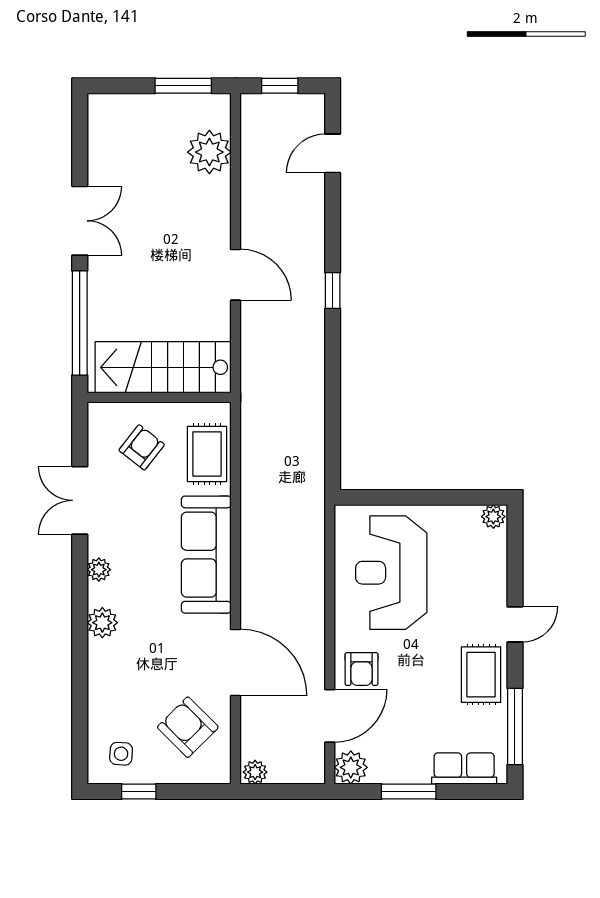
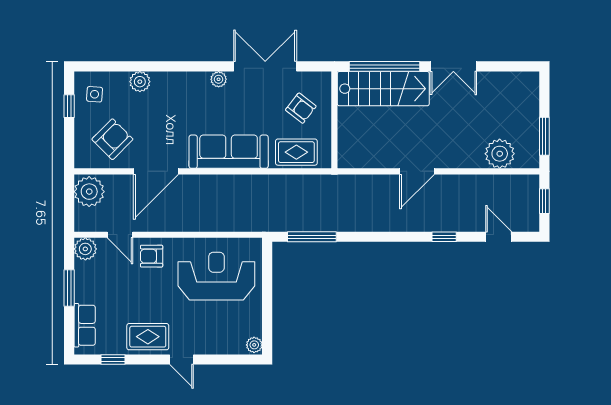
window: (333, 291) -> (444, 237), moved
stairs: (163, 367) -> (383, 89), moved, turned 90
window: (333, 431) -> (312, 237), added
double door: (80, 500) -> (265, 66), width x1.37
plant: (102, 623) -> (140, 82), moved
door: (330, 716) -> (120, 235), width x0.73
window: (515, 726) -> (113, 359), width x0.46
plant: (255, 772) -> (89, 192), width x1.88, depth x1.88

